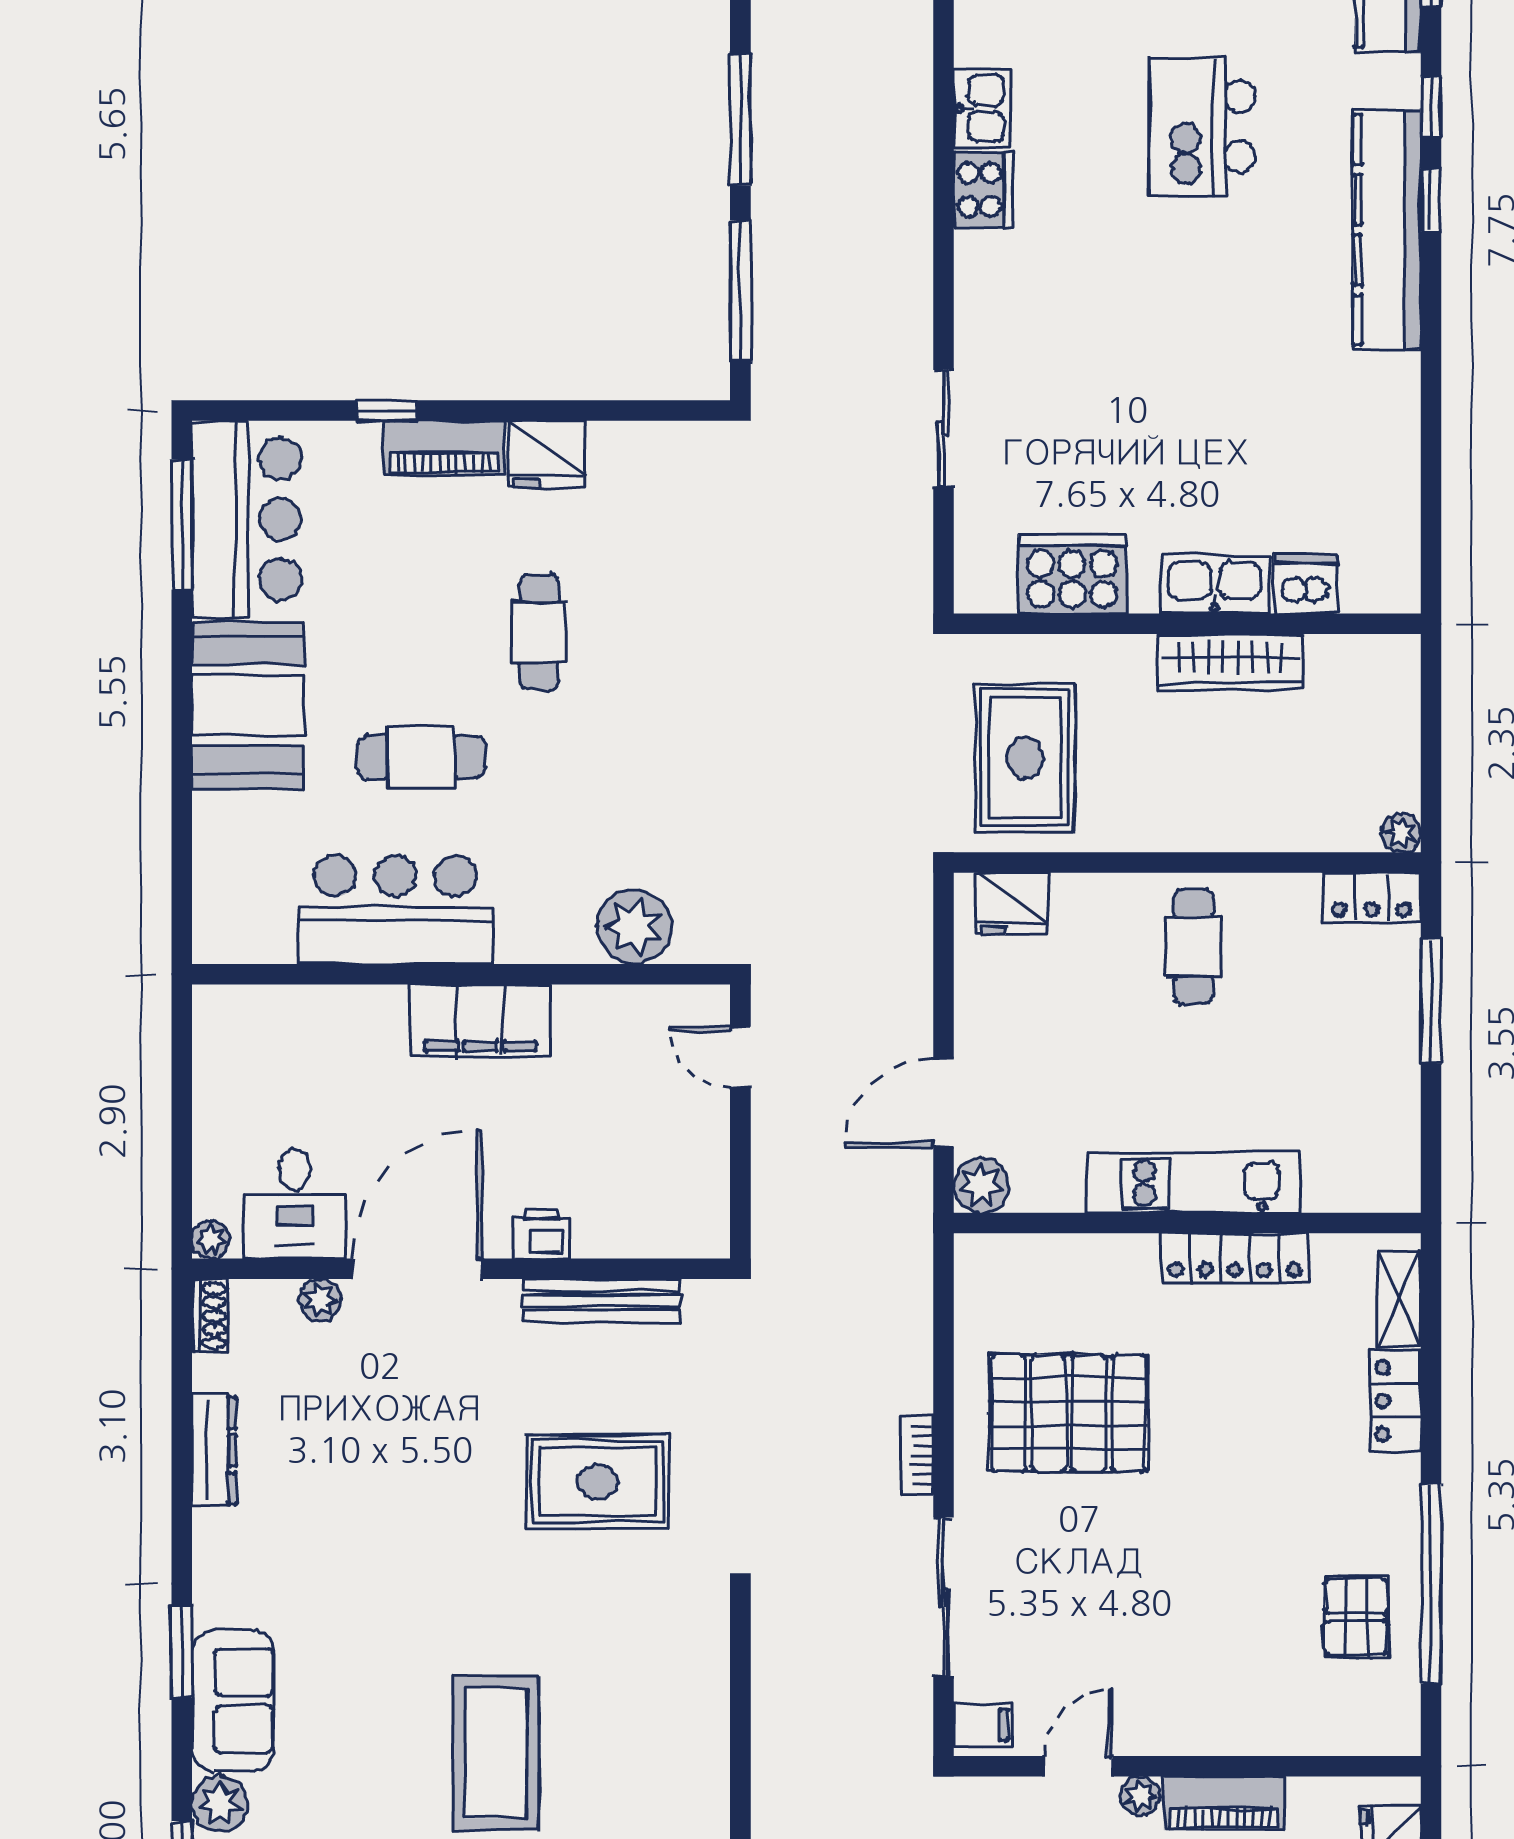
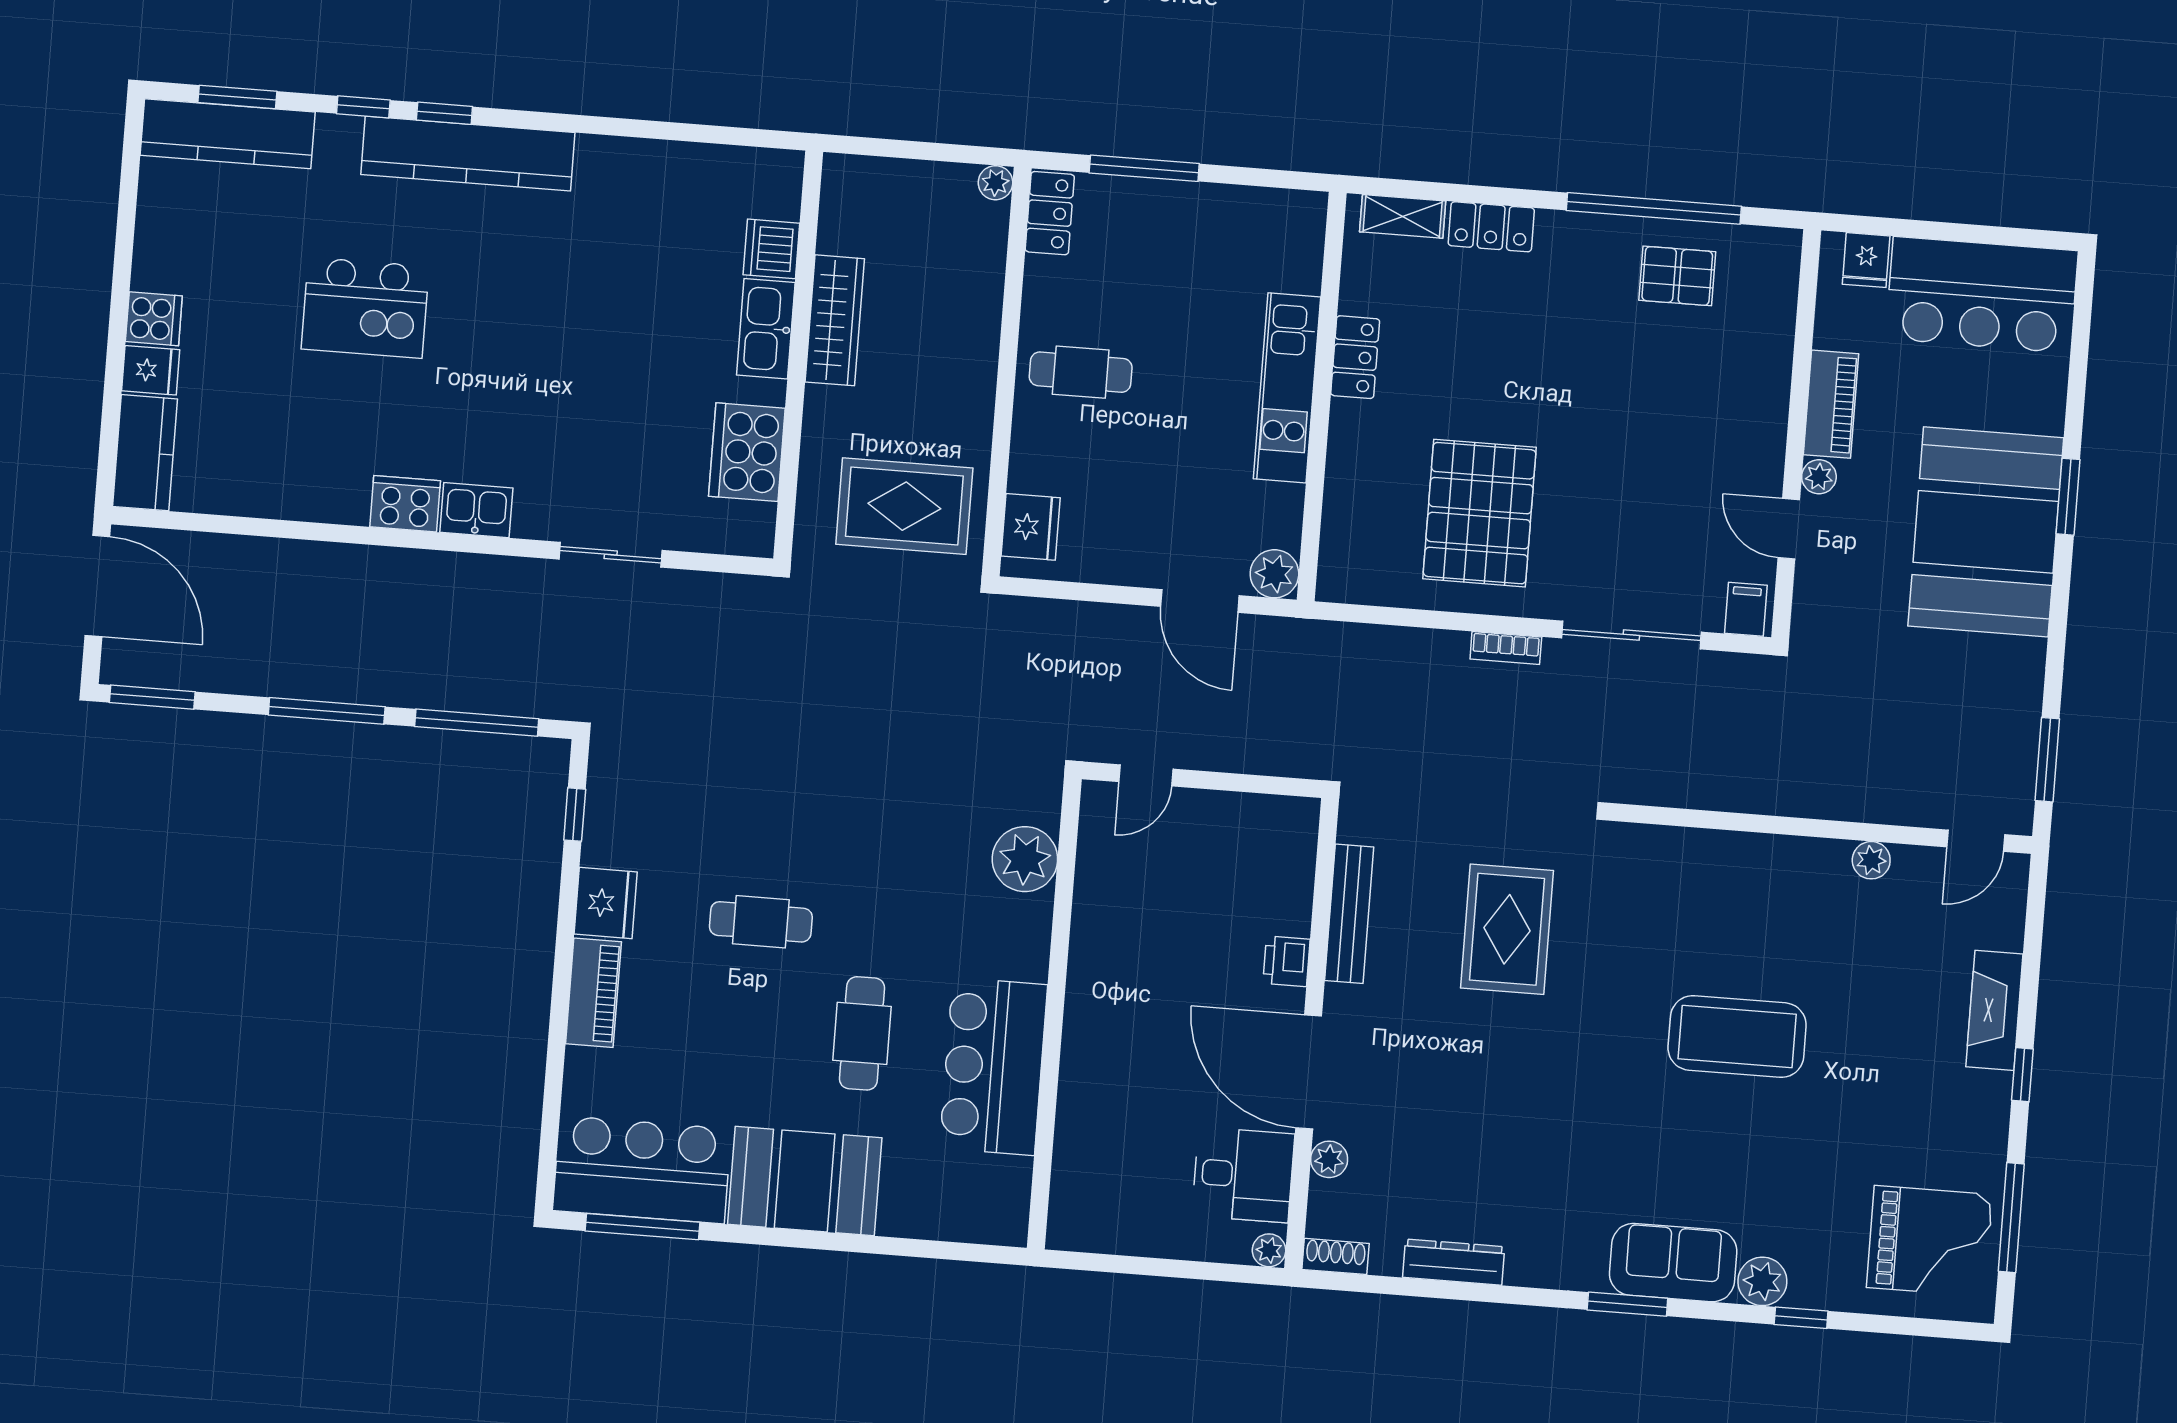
kitchen sink: (982, 108) -> (476, 510), moved
window: (387, 411) -> (575, 815), moved
filing cabinet: (480, 1021) -> (1096, 1000), removed
locker: (1235, 1258) -> (1355, 357), width x0.66

